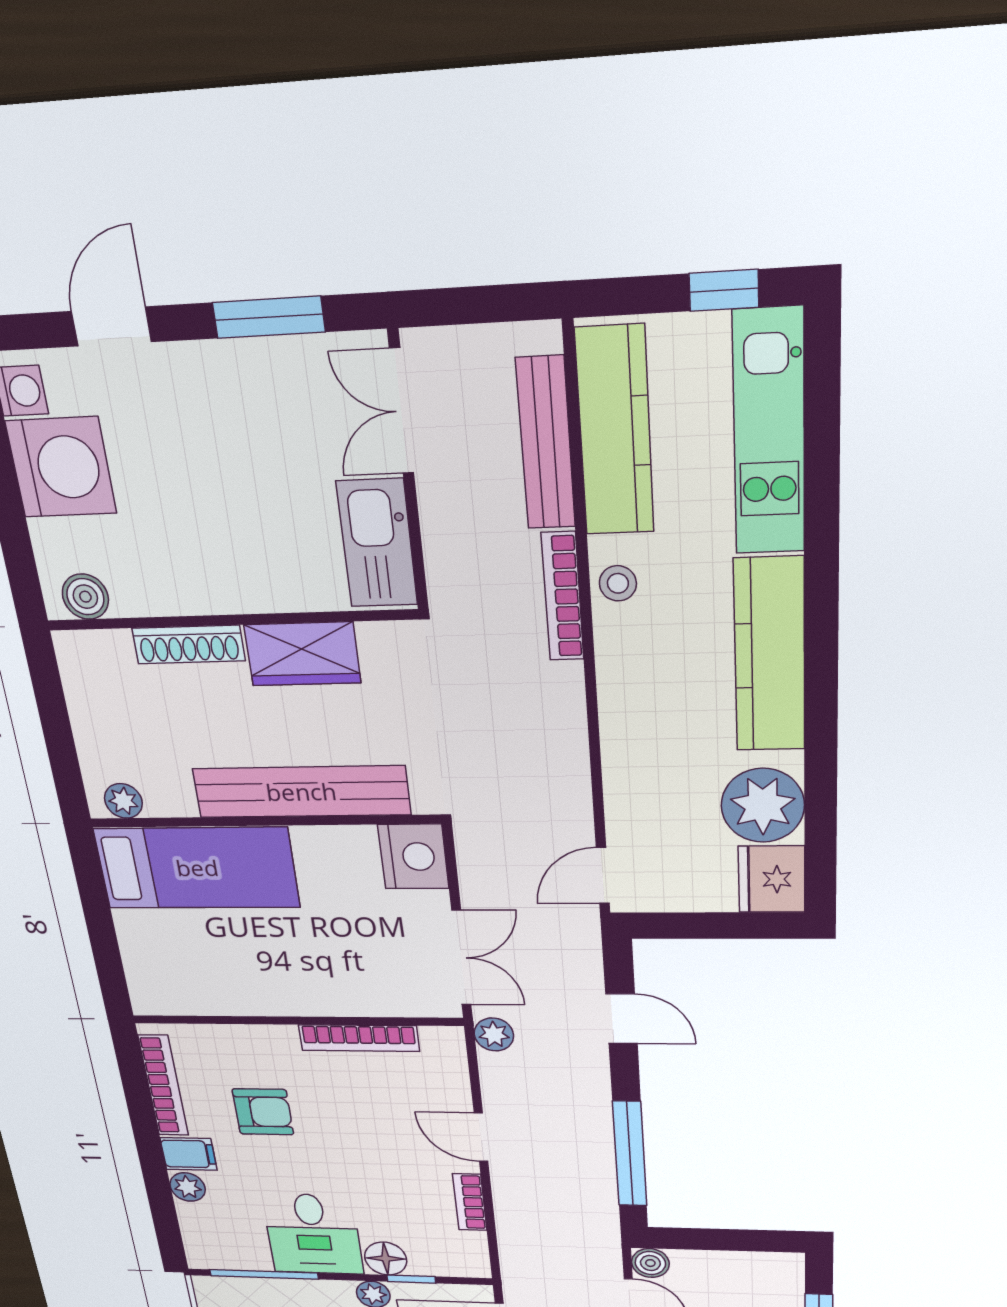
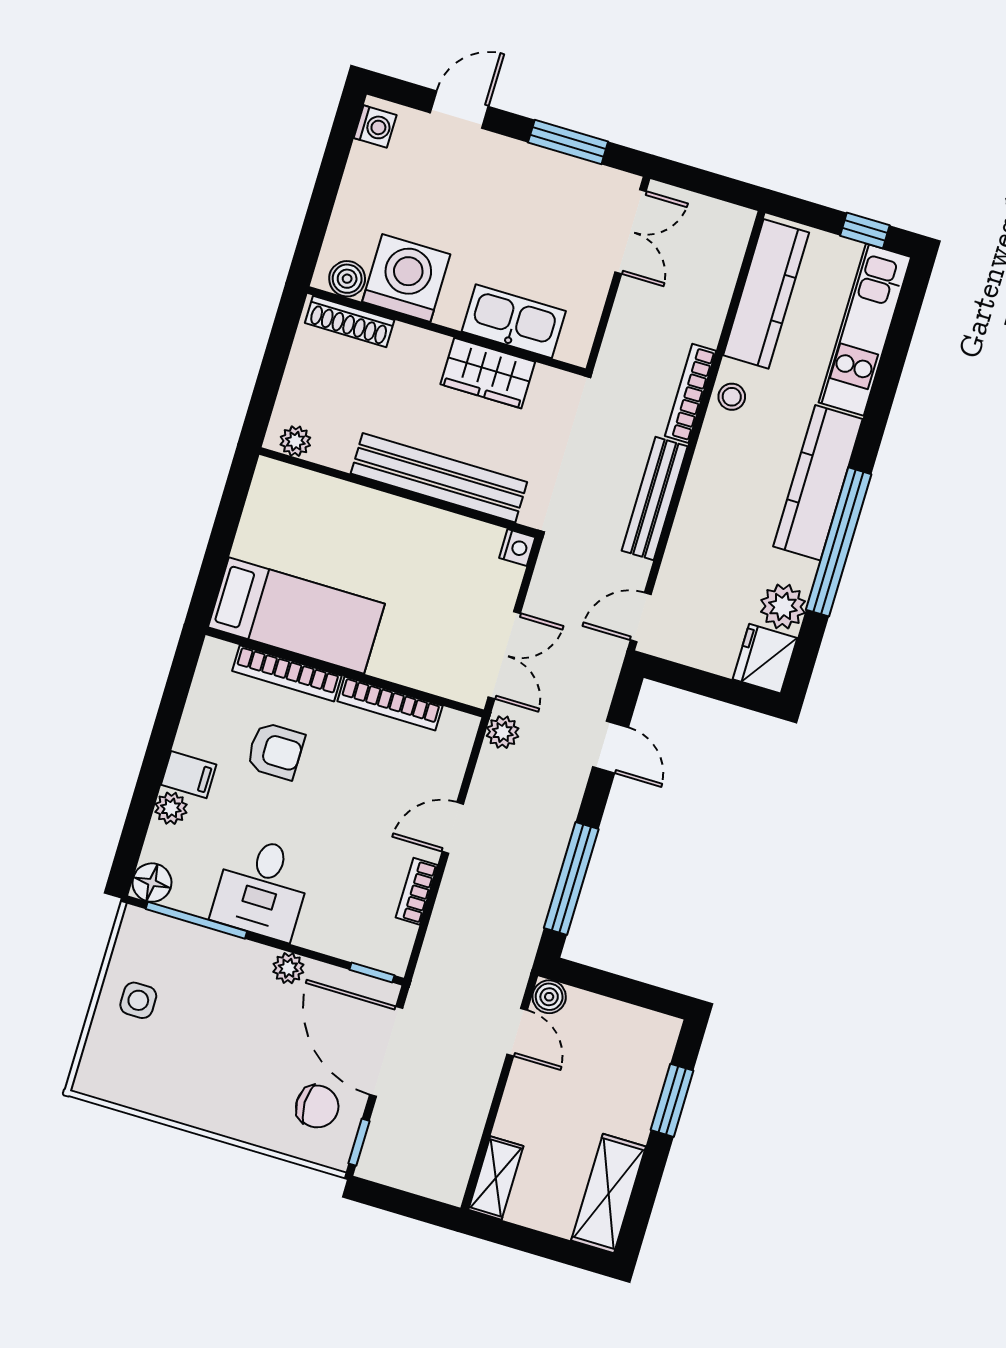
double door: (402, 411) -> (631, 232), swing flipped
bench: (546, 444) -> (655, 499), moved
washing machine: (61, 467) -> (406, 278), moved, turned -90
kitchen sink: (377, 543) -> (514, 321), moved, turned 90
shoe rack: (189, 644) -> (350, 321), moved
window: (821, 719) -> (839, 542), added
plant: (763, 805) -> (783, 607), width x0.73, depth x0.73
nightstand: (413, 857) -> (517, 548), width x0.53, depth x0.56
bed: (197, 868) -> (296, 615), moved
bookcase: (163, 1086) -> (287, 673), moved, turned 90
door: (481, 1137) -> (453, 828), hinge flipped
floor lamp: (386, 1259) -> (152, 883), moved
window: (411, 1279) -> (372, 973), moved

